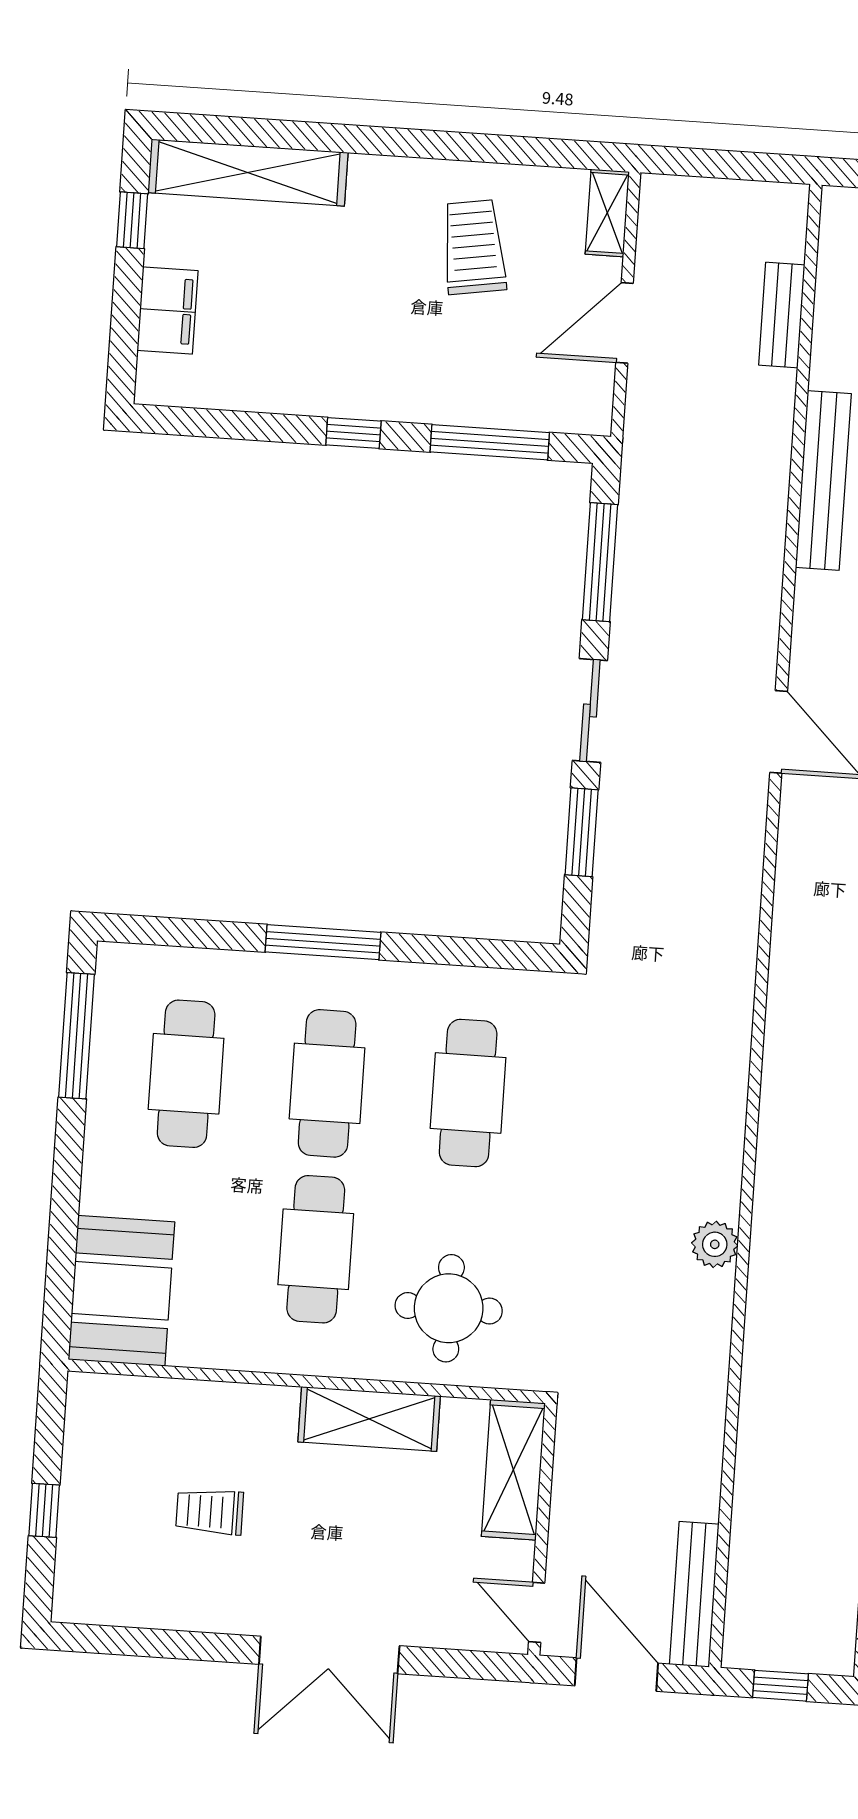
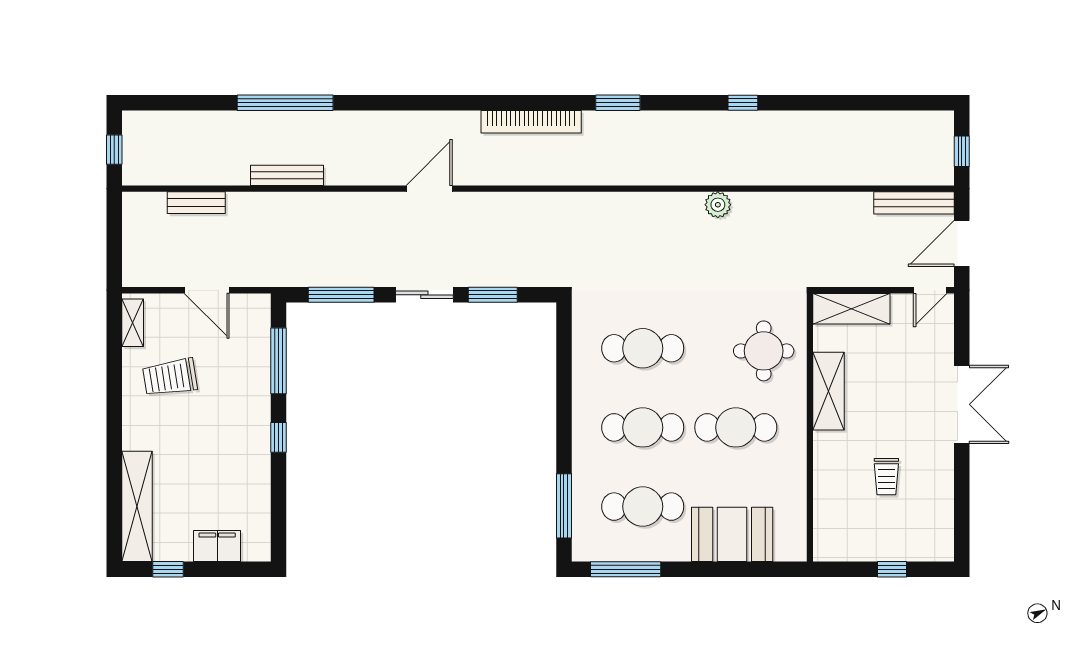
shelving: (607, 213) -> (133, 323), moved, turned 90
bench: (823, 480) -> (287, 175), width x0.73, depth x0.82
window: (323, 942) -> (564, 506), moved
booth: (121, 1291) -> (732, 534), moved

